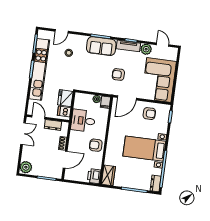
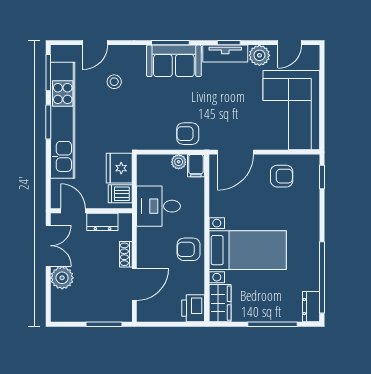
door: (163, 45) -> (290, 43), swing flipped
armchair: (118, 74) -> (188, 134), moved
bed with nightstands: (144, 149) -> (248, 250), moved, turned 180
plant: (26, 167) -> (62, 278), moved

